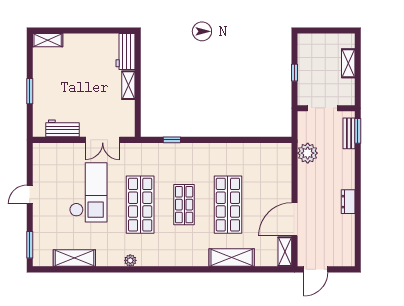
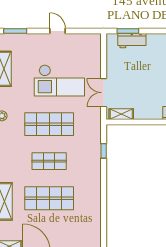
shelving: (128, 85) -> (121, 114), moved
window: (30, 91) -> (128, 31), moved
workbench: (63, 128) -> (132, 41), moved, turned 90

